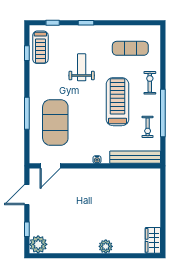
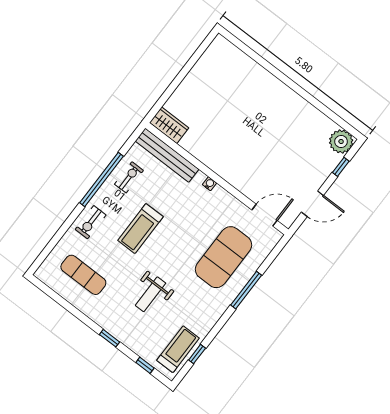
treadmill: (117, 102) -> (140, 229), width x0.73, depth x0.73
wardrobe: (153, 240) -> (169, 125), moved, turned -90
plant: (106, 246) -> (271, 84), removed

